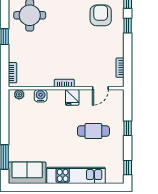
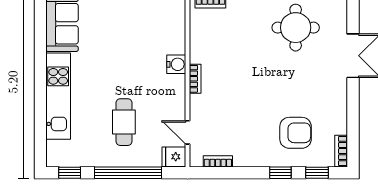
plant: (19, 94) -> (178, 12), removed
water cooler: (41, 96) -> (176, 64), moved
fridge: (72, 97) -> (174, 157), moved
window: (128, 128) -> (128, 173), width x3.17

